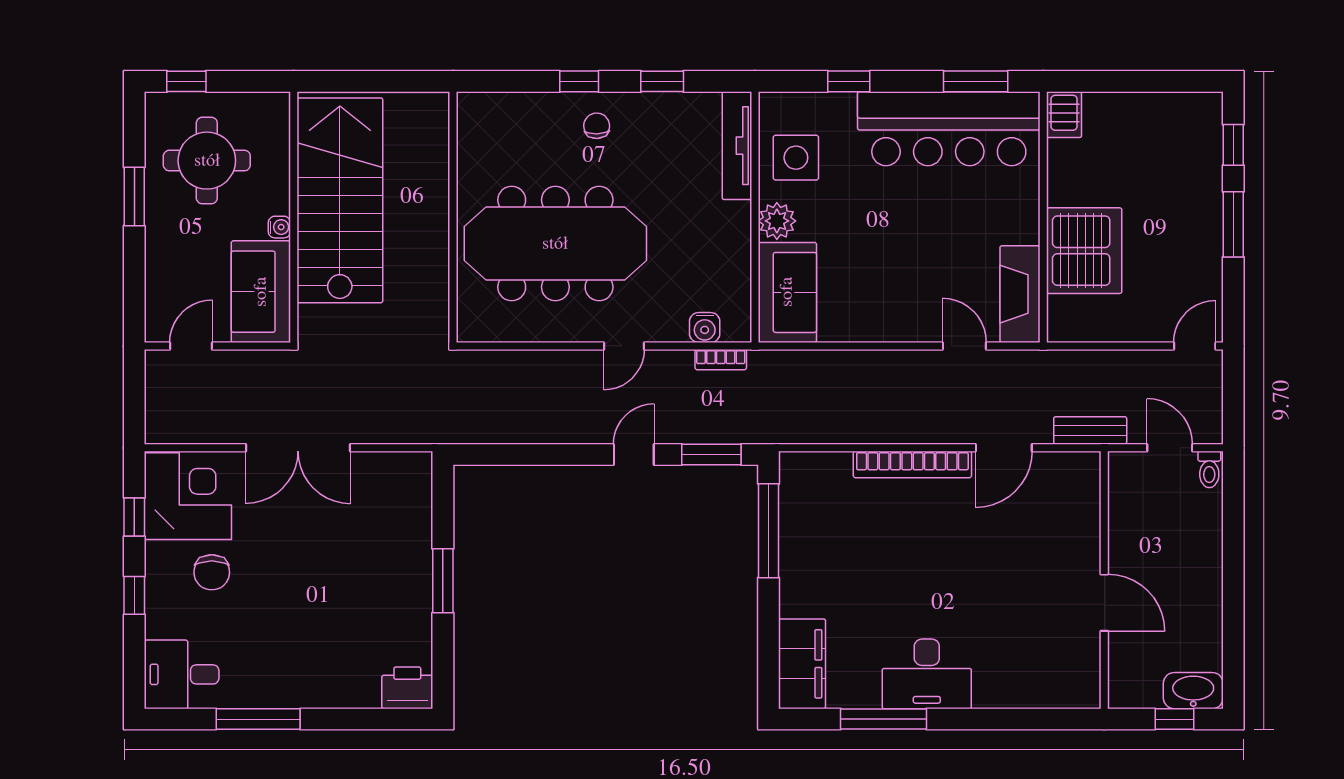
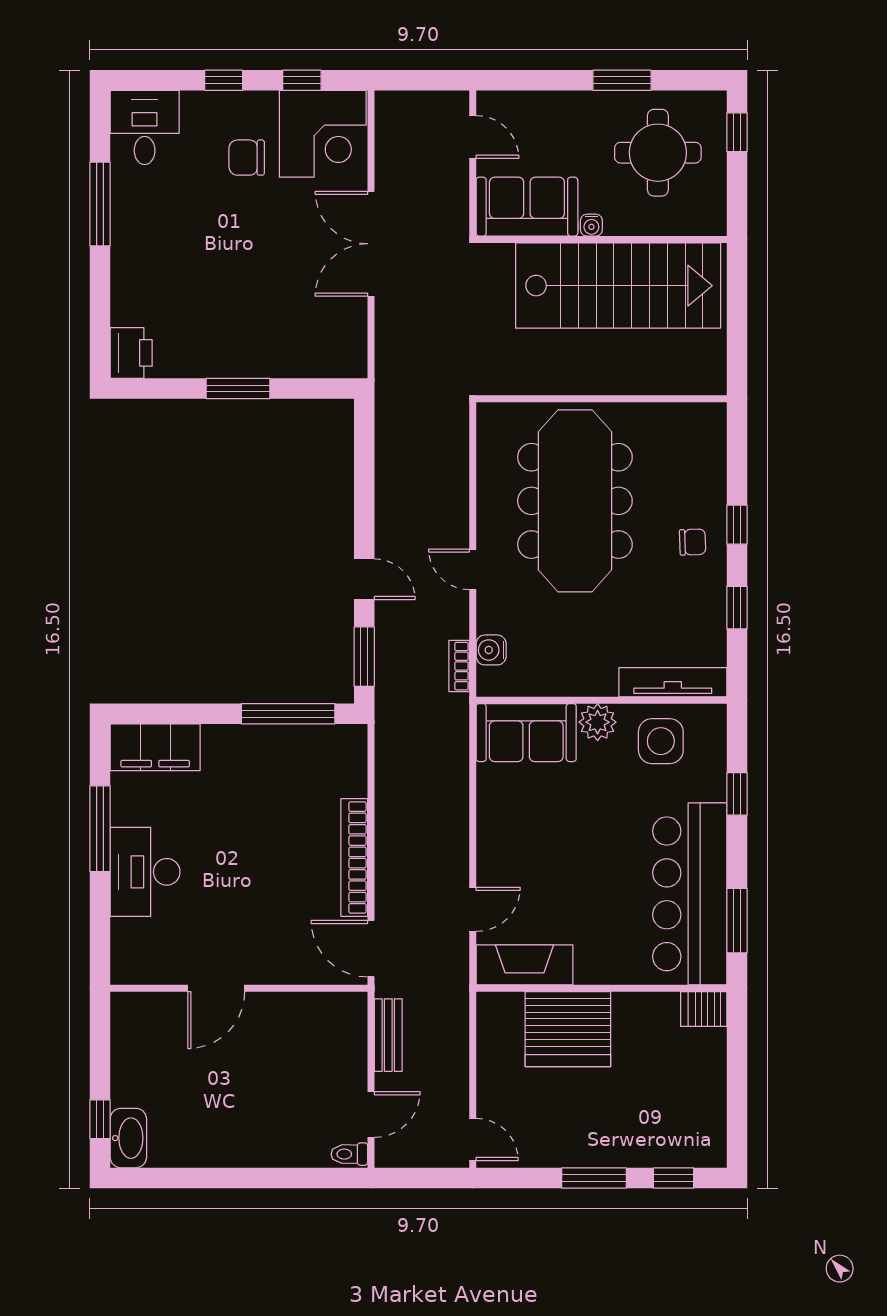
wall: (1104, 580) -> (239, 988), moved
door: (1104, 603) -> (216, 988), moved

